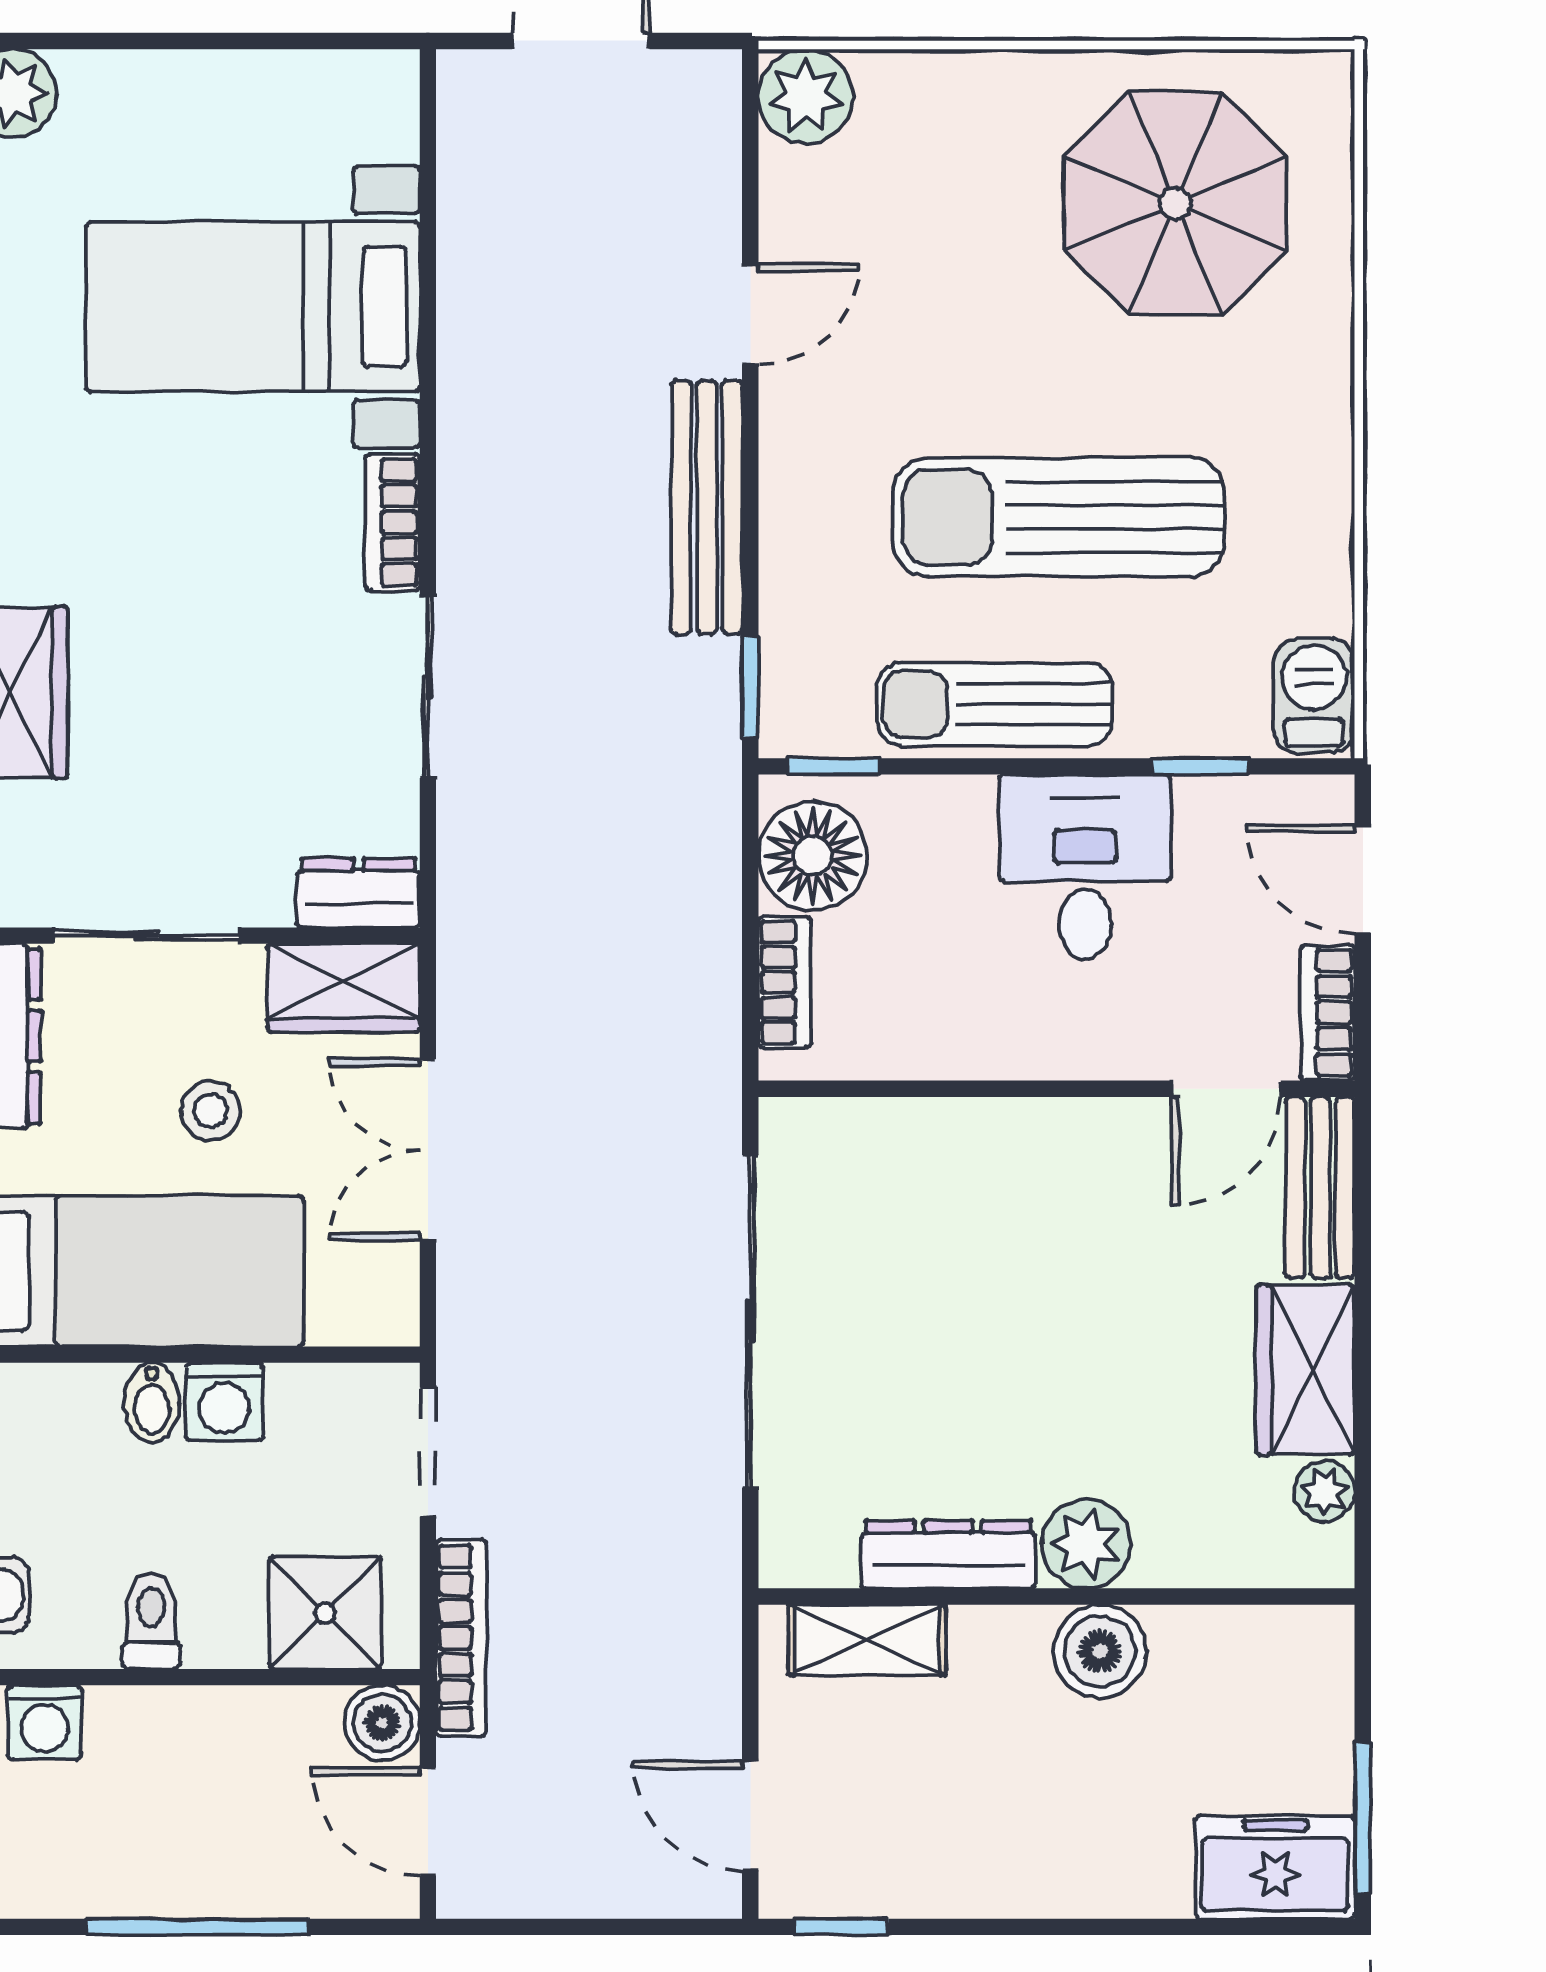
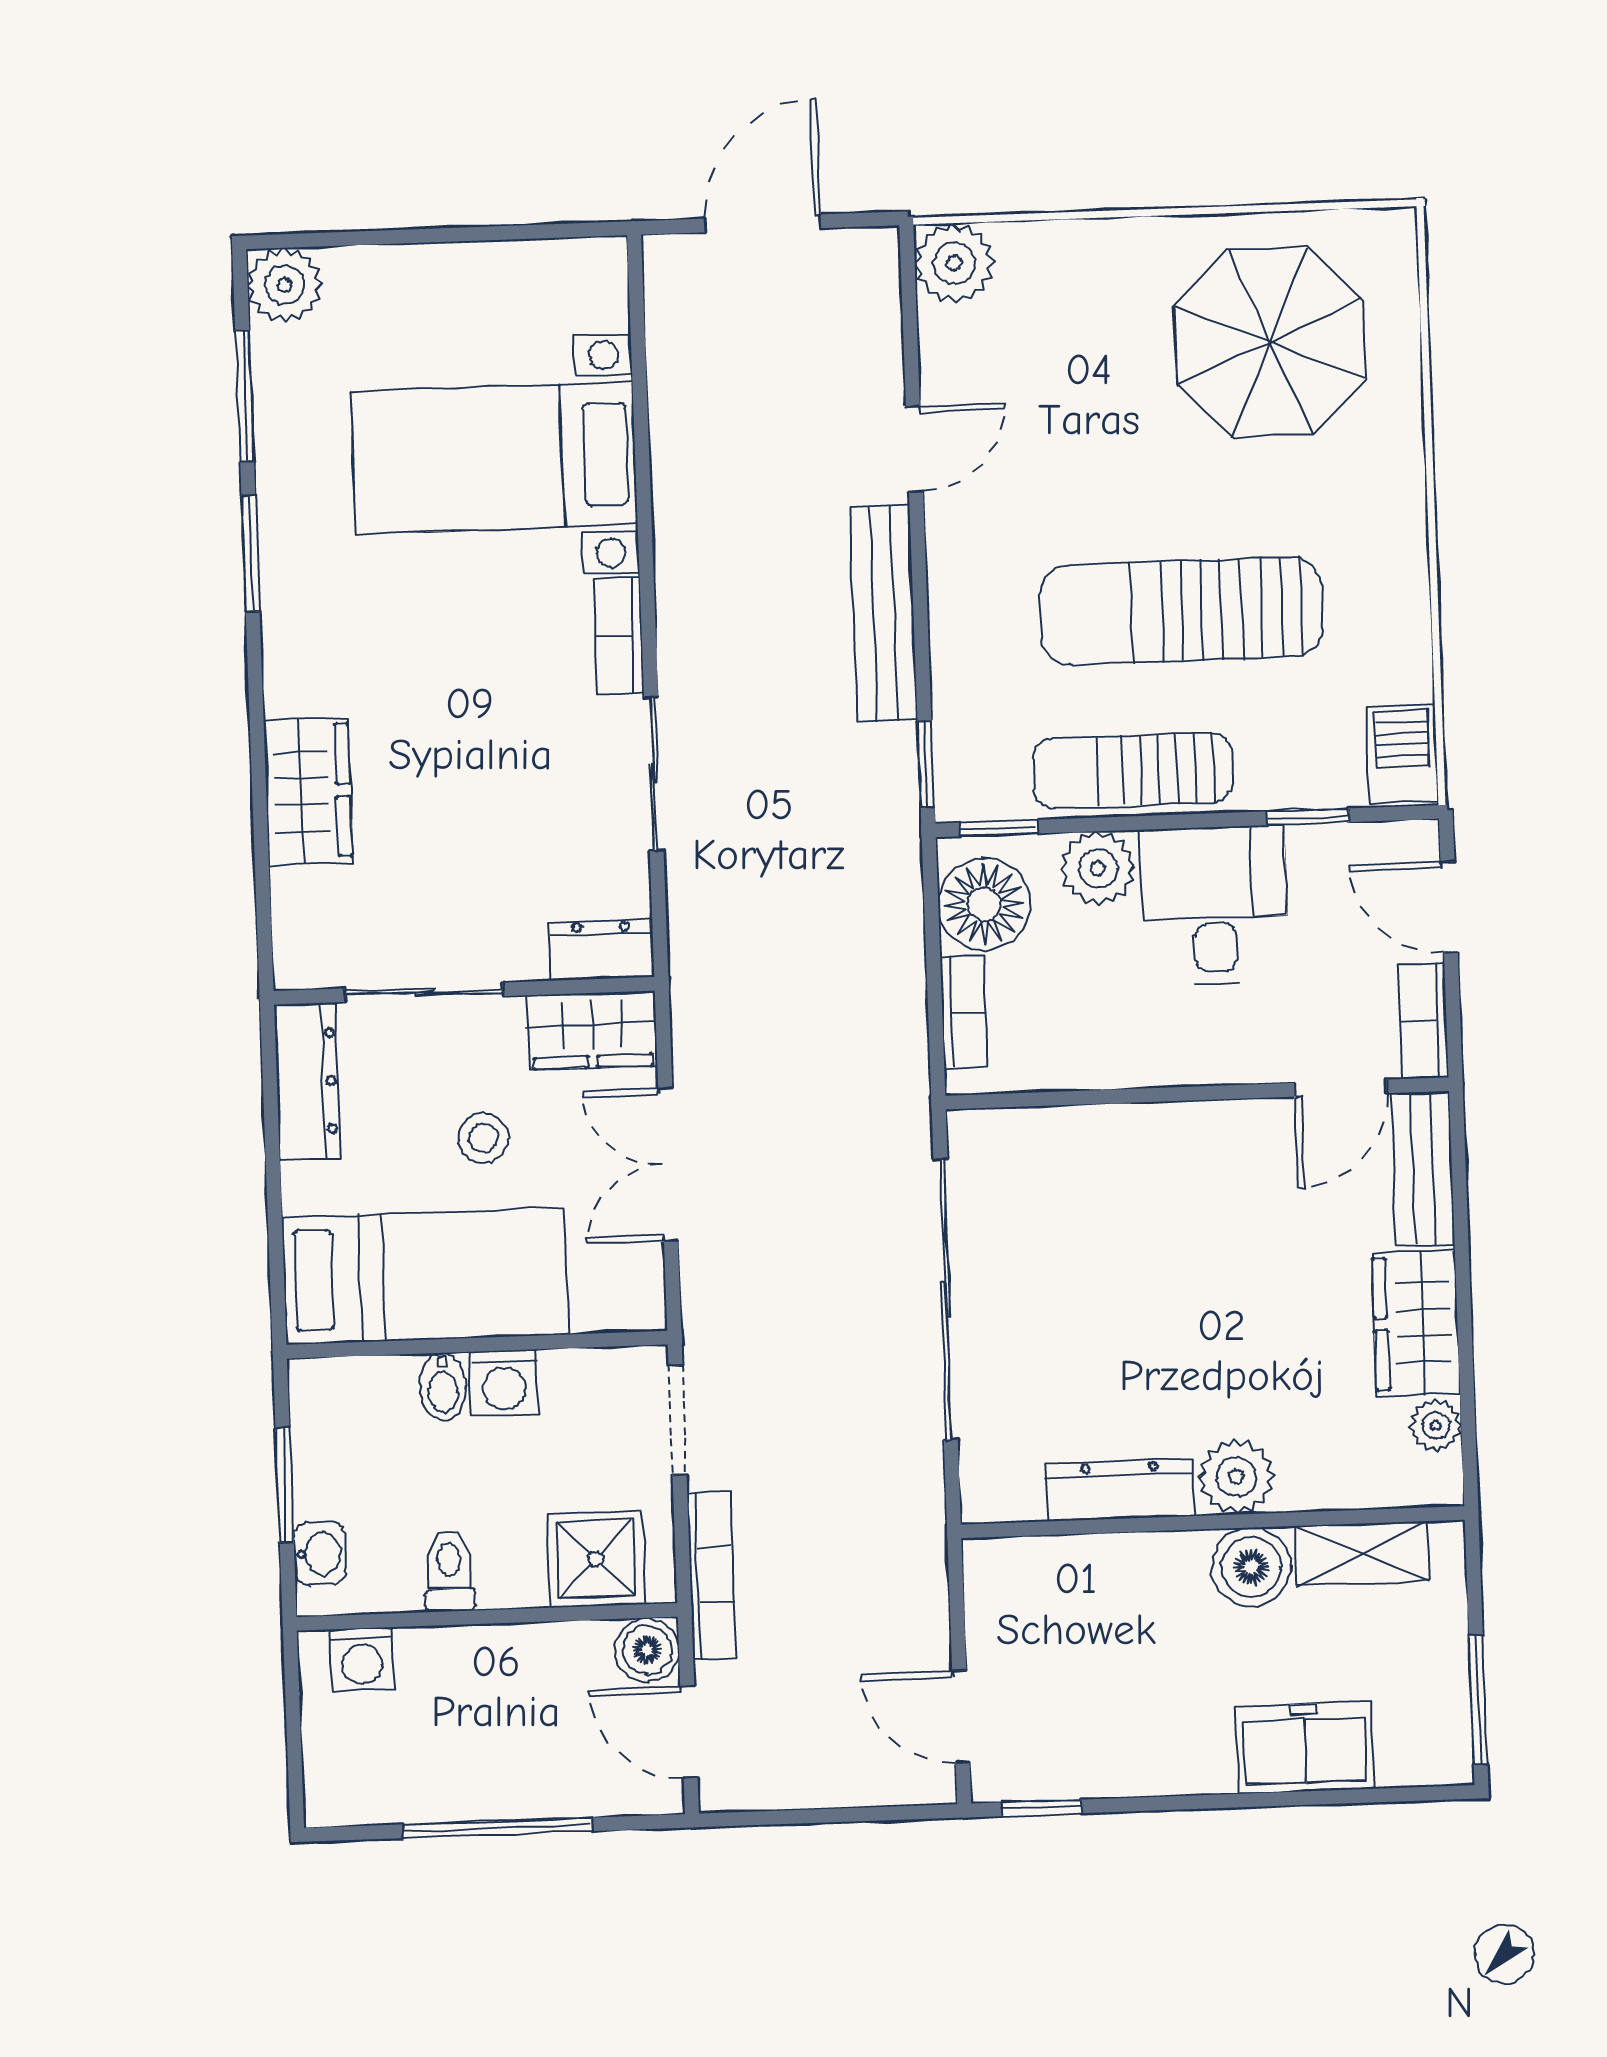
plant: (949, 818) -> (1098, 868), added
shelving: (867, 1640) -> (1362, 1553), moved
freezer: (1275, 1867) -> (1305, 1748), moved

